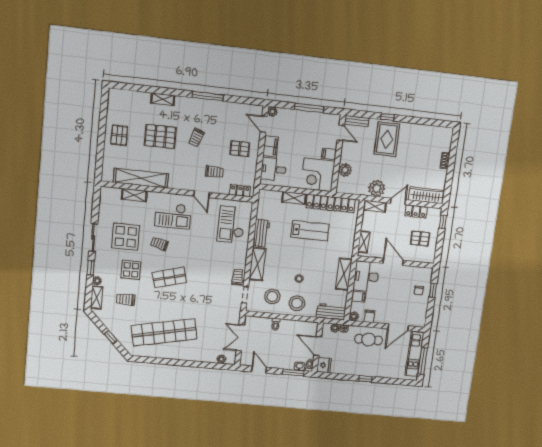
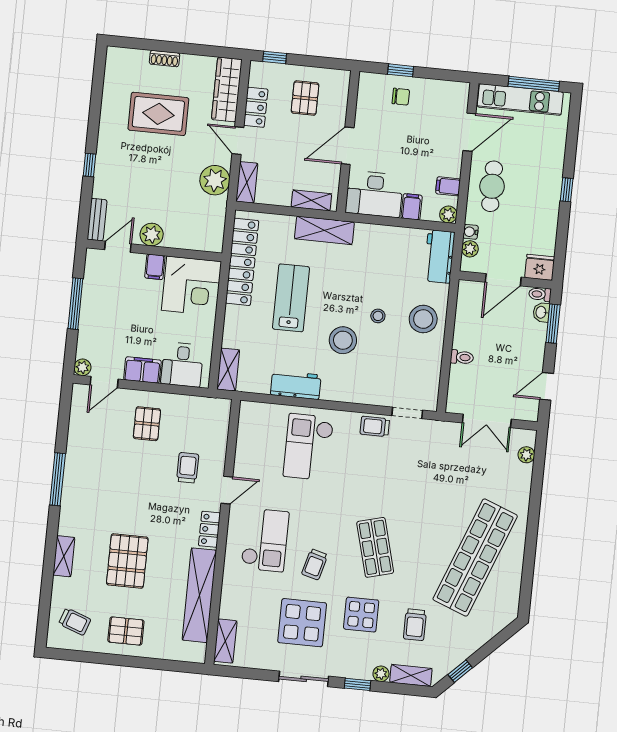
trolley: (196, 138) -> (75, 622), moved
rug: (387, 139) -> (158, 114), moved
plant: (345, 170) -> (152, 235), moved
locker: (240, 191) -> (209, 529), moved
shelving: (134, 195) -> (225, 641), moved
shelving: (294, 198) -> (228, 370), moved
checkout: (231, 225) -> (308, 447), moved, turned 90
shelving: (257, 264) -> (351, 391), removed
shelving: (344, 274) -> (324, 230), moved
stool: (272, 297) -> (343, 340), moved
door: (398, 327) -> (469, 132), hinge flipped
shop shelf: (164, 332) -> (475, 558), turned 33
window: (111, 337) -> (460, 671), moved

